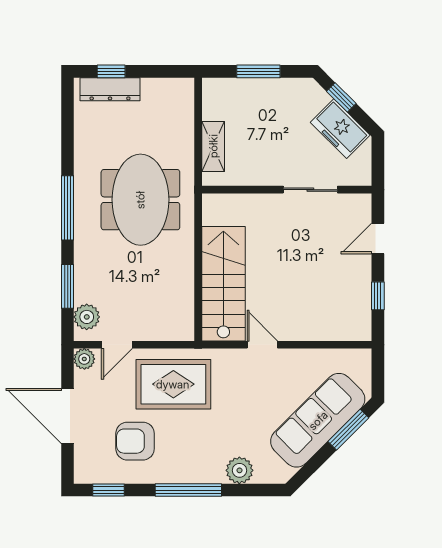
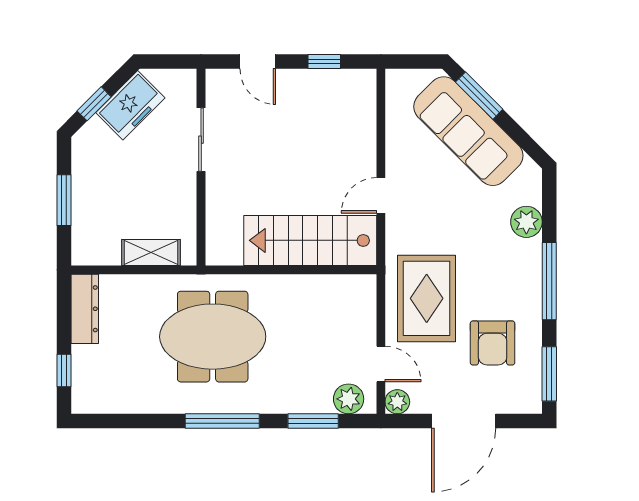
dresser: (110, 89) -> (85, 309), moved
window: (108, 490) -> (549, 374), width x1.50

